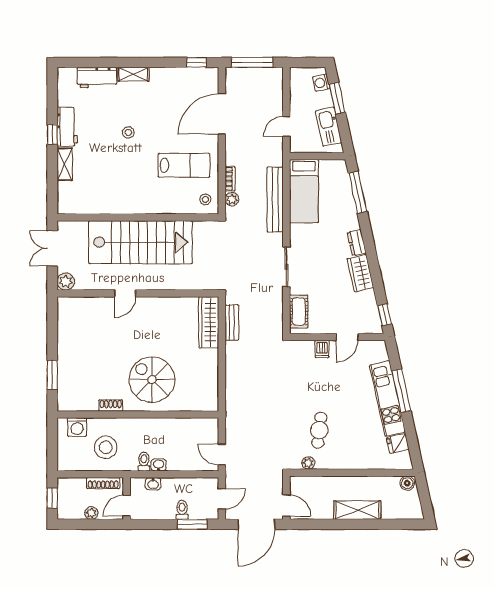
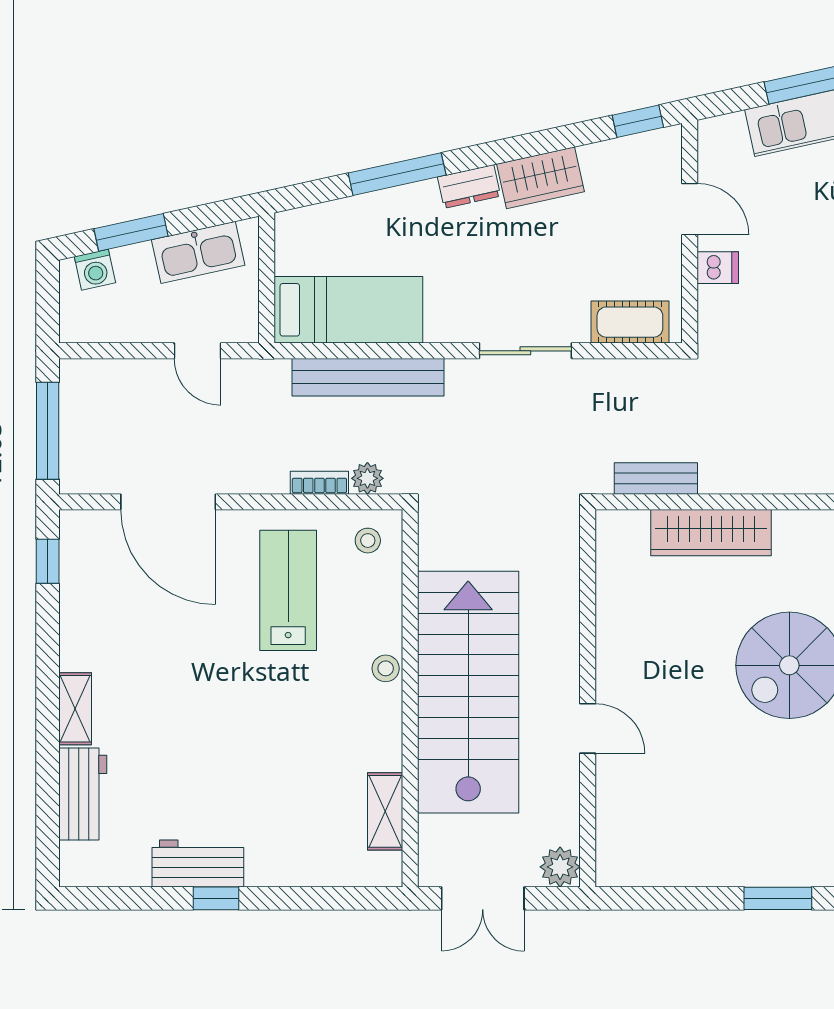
stool: (128, 132) -> (386, 668), moved
shelving: (65, 164) -> (385, 811), moved, turned 90
window: (358, 192) -> (397, 174), moved
wardrobe: (209, 322) -> (711, 533), moved

